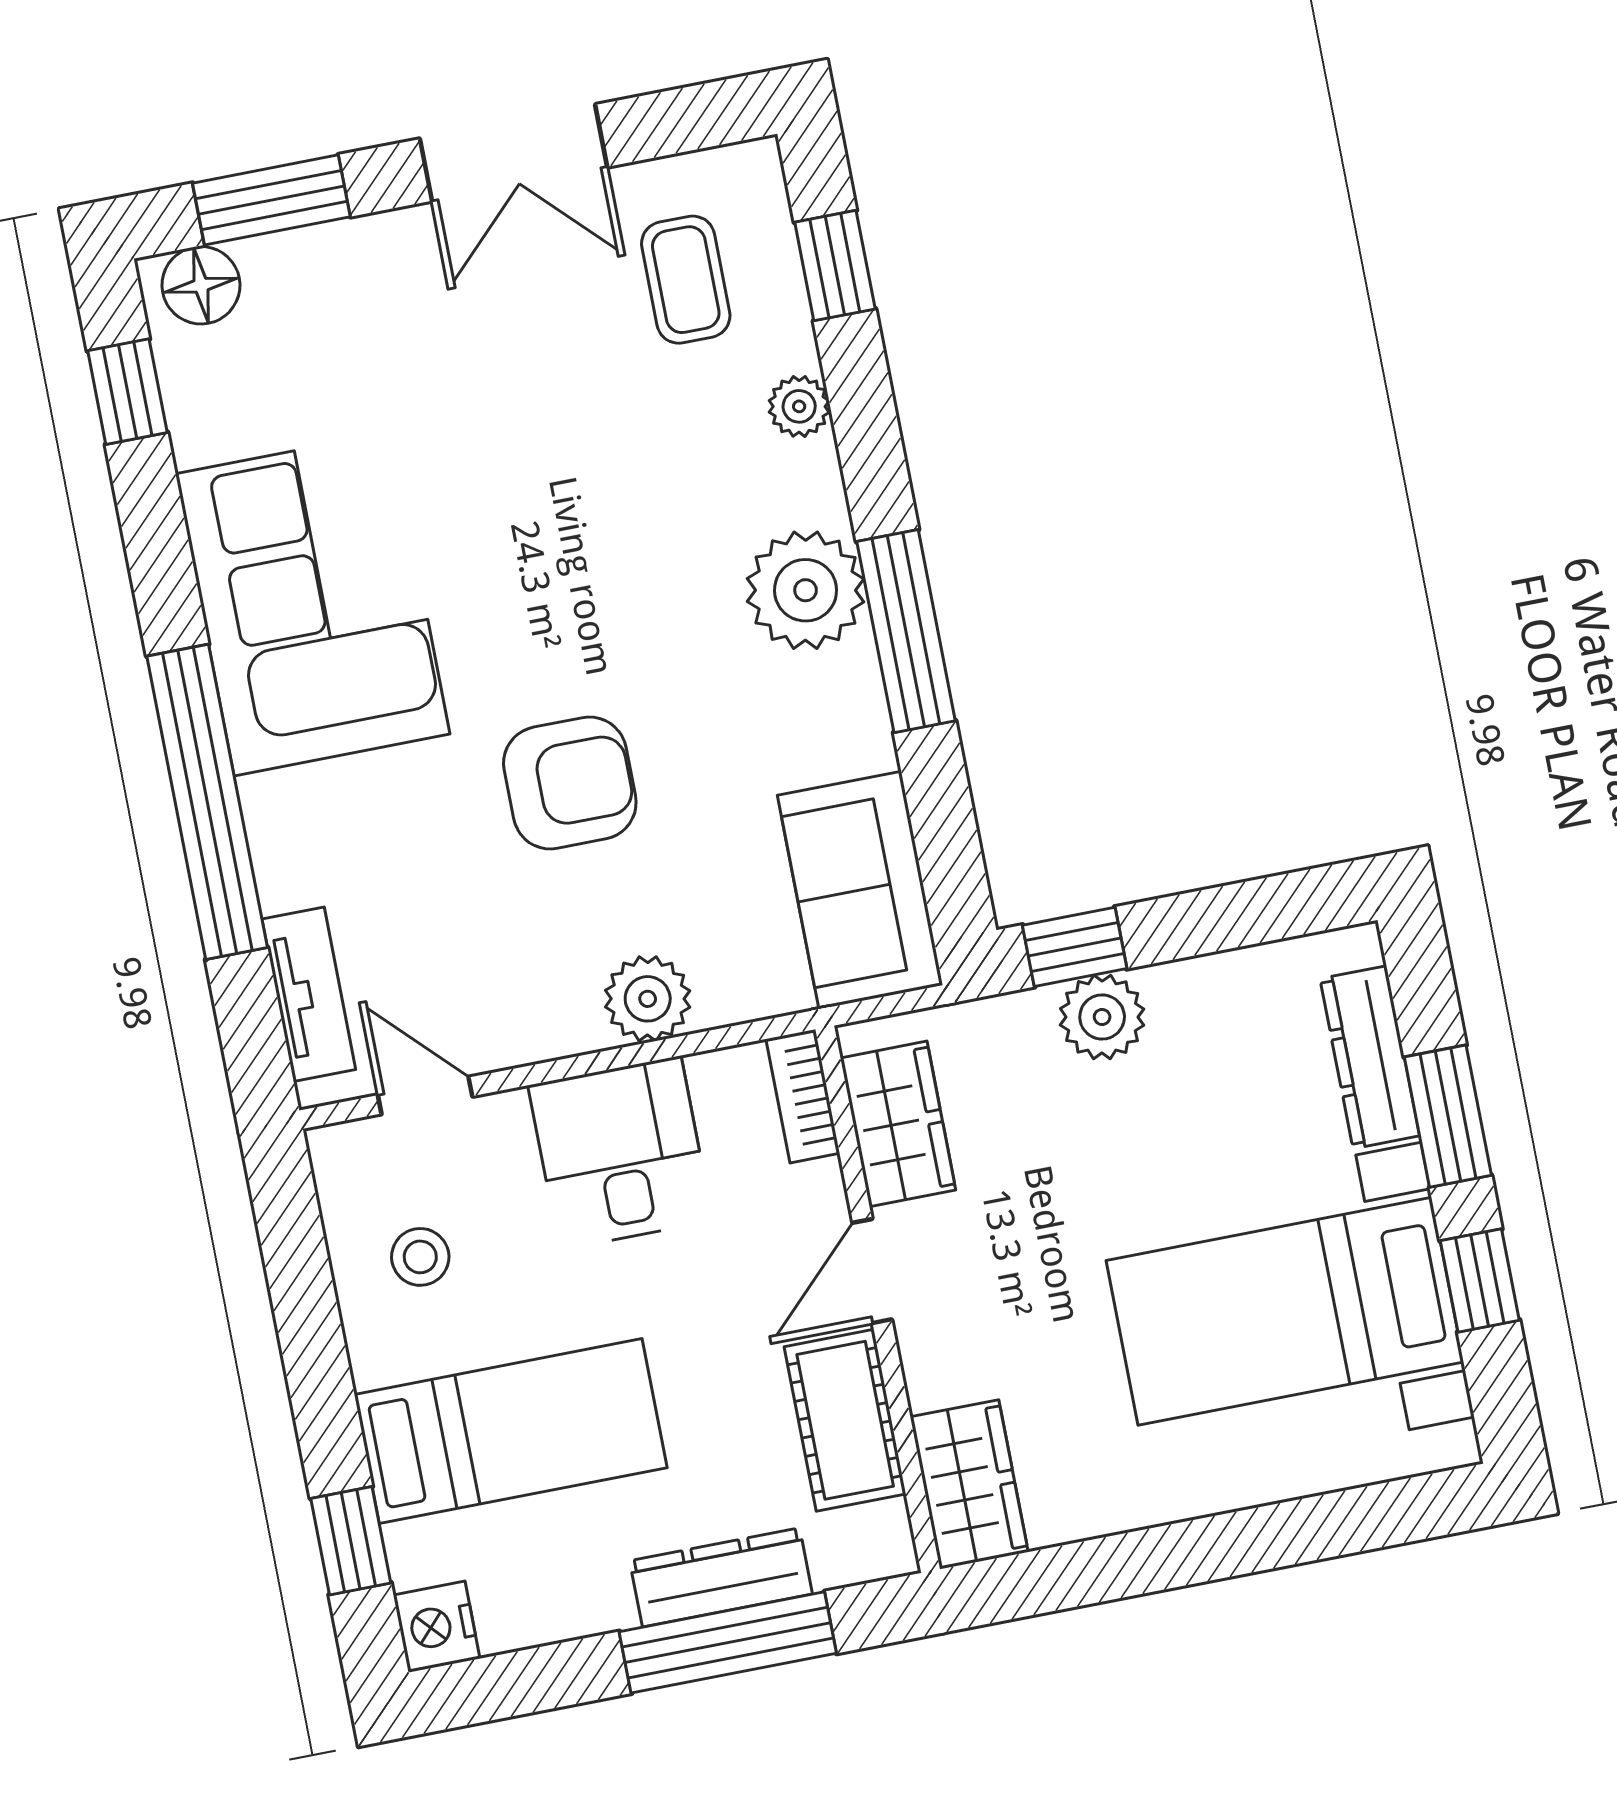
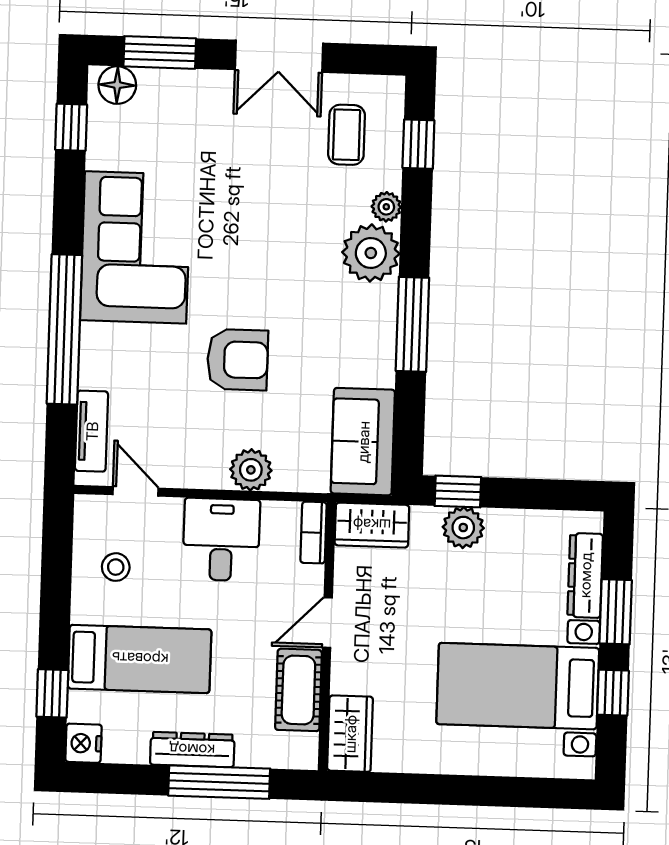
plant: (806, 590) -> (371, 253), moved
wardrobe: (898, 1124) -> (372, 525), moved, turned 90
dresser: (721, 1577) -> (192, 750), moved

